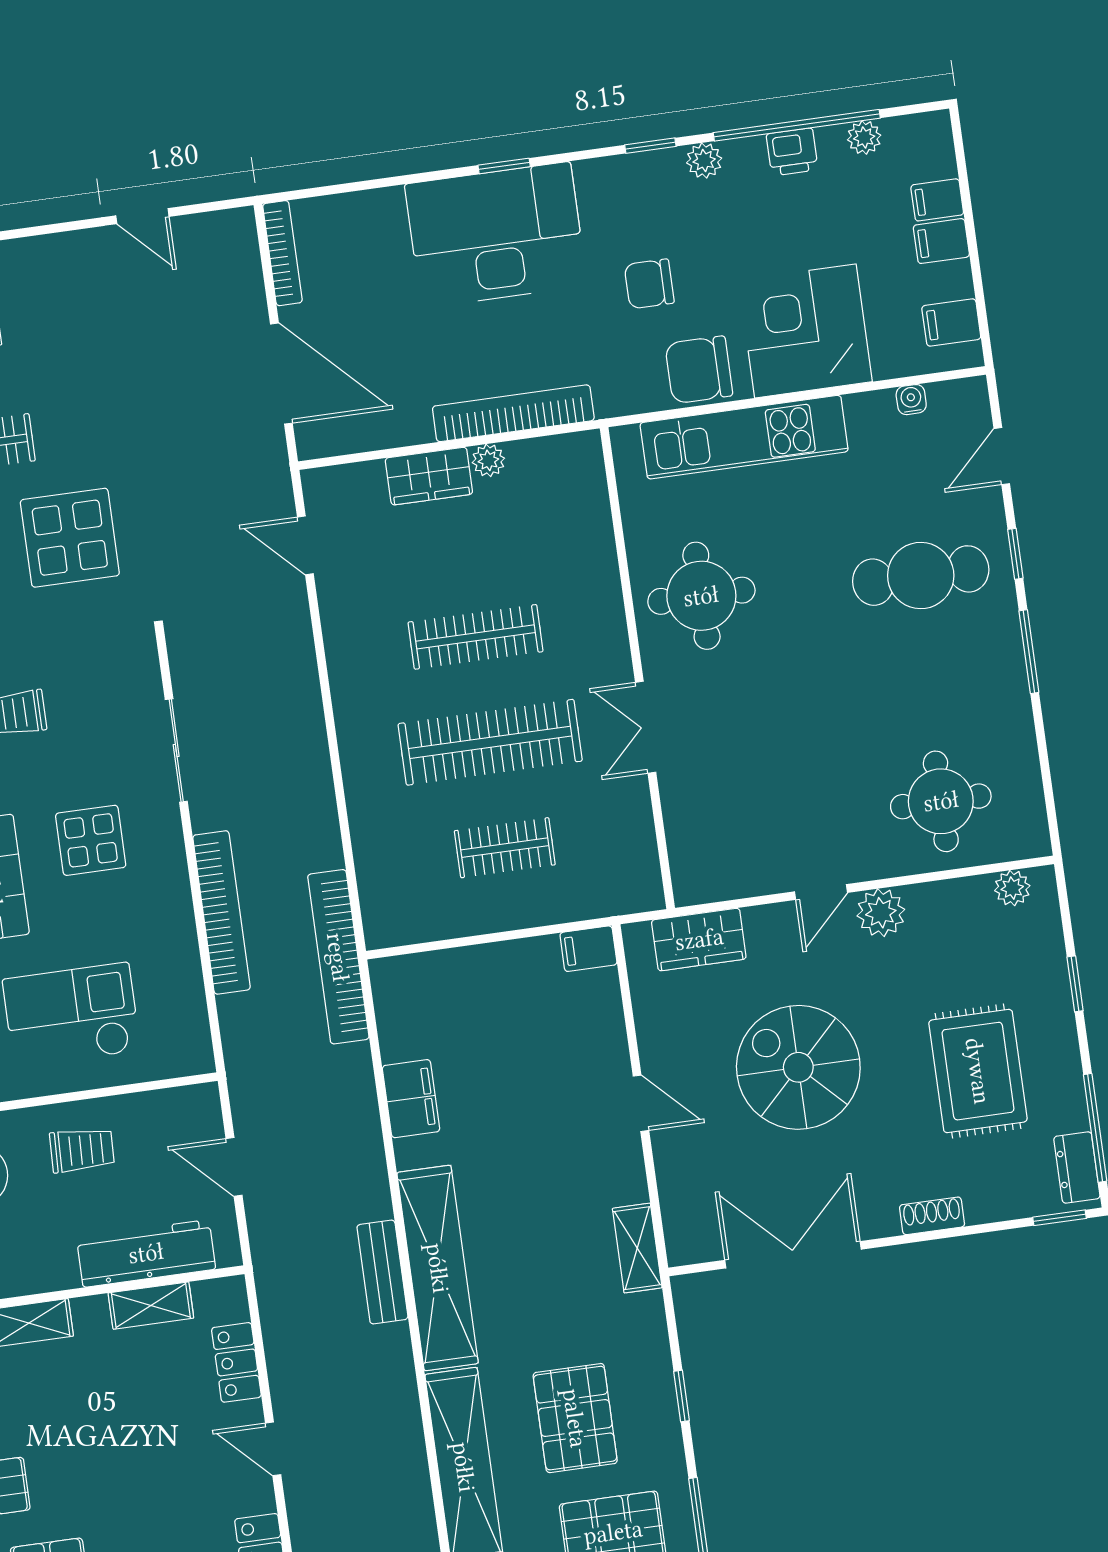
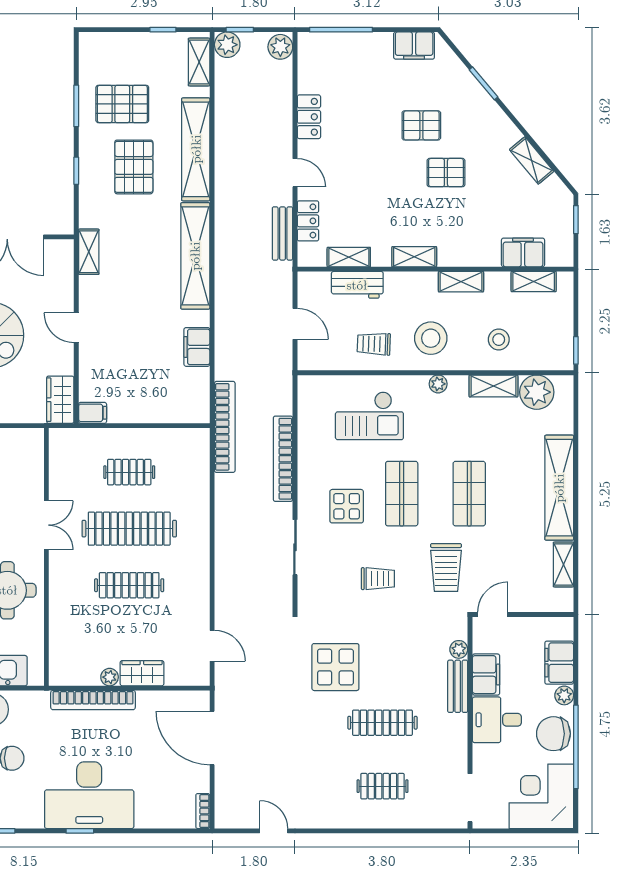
bookcase: (282, 253) -> (203, 811), width x0.64
wardrobe: (699, 939) -> (60, 400), moved, turned -90
workbench: (146, 1253) -> (357, 285), width x0.73
bench: (382, 1272) -> (282, 233), moved

